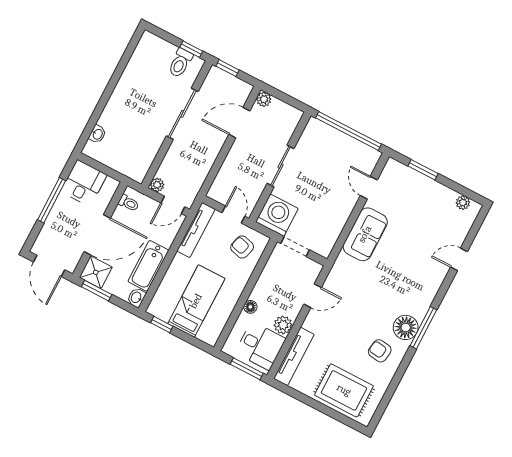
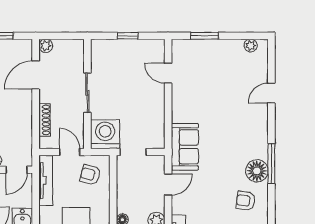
window: (348, 131) -> (128, 36), width x0.32
shoe rack: (225, 171) -> (45, 120), added
sofa: (365, 234) -> (185, 147), moved

